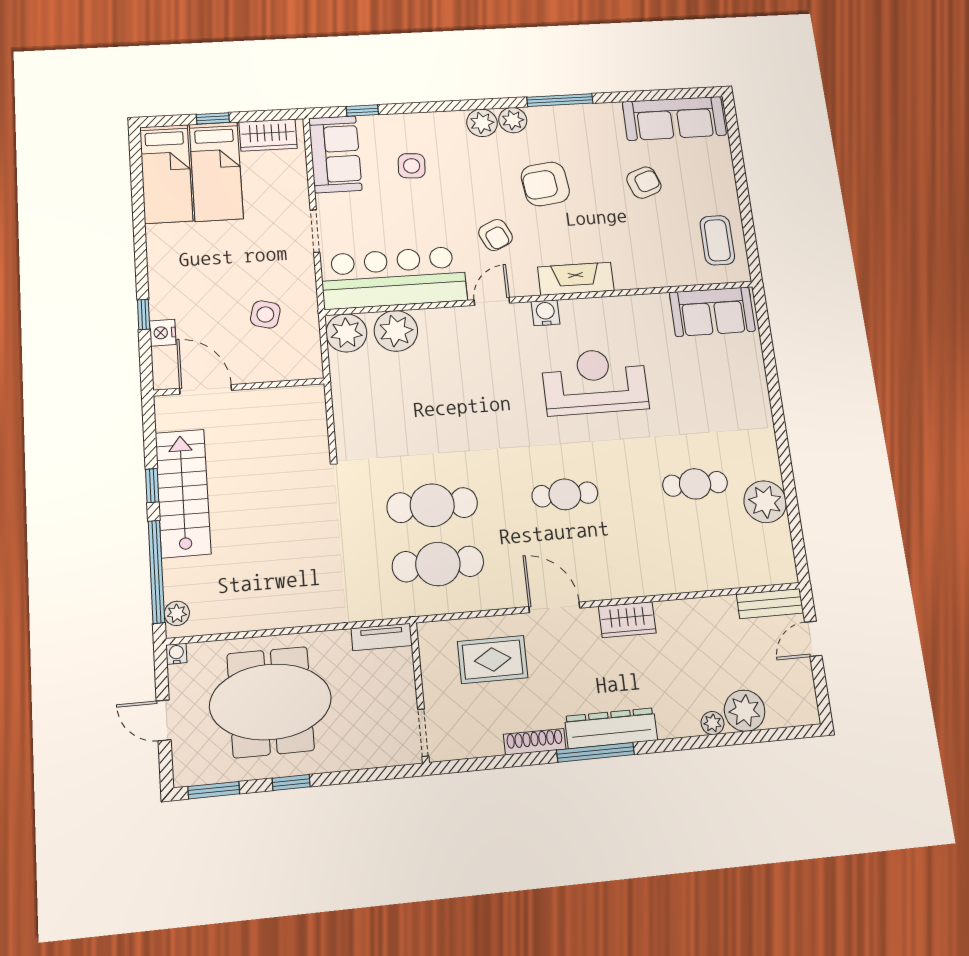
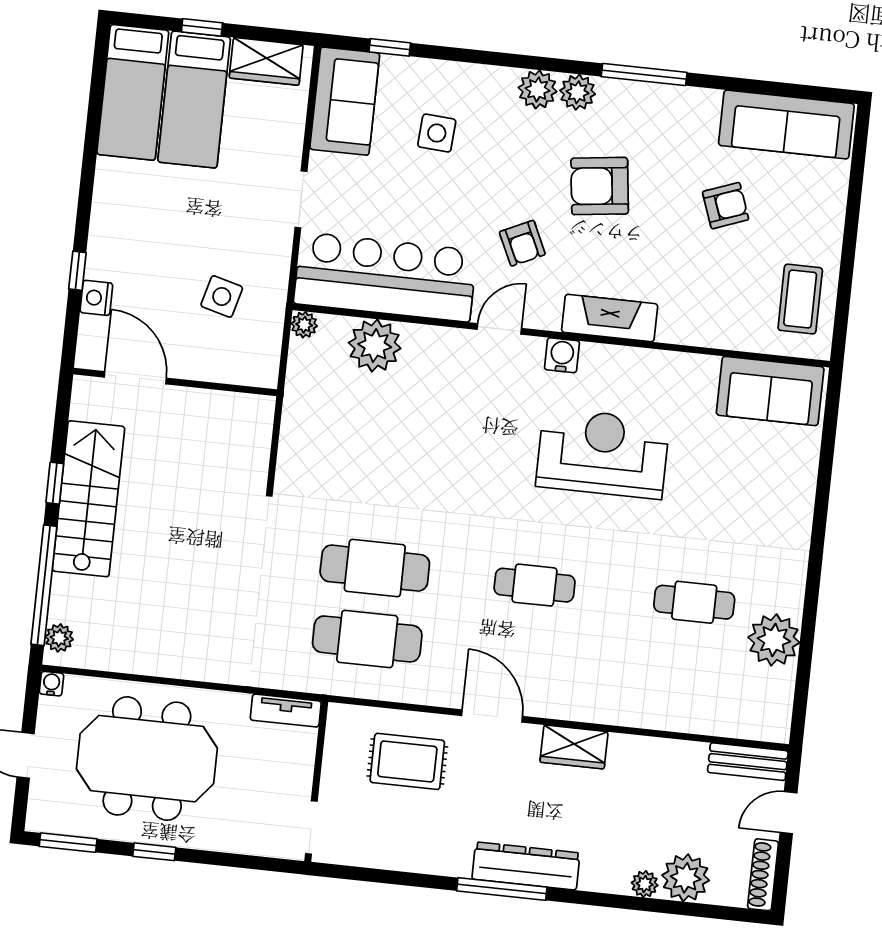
plant: (346, 333) -> (304, 325), width x0.53, depth x0.53
shoe rack: (535, 742) -> (763, 875), moved, turned -90

